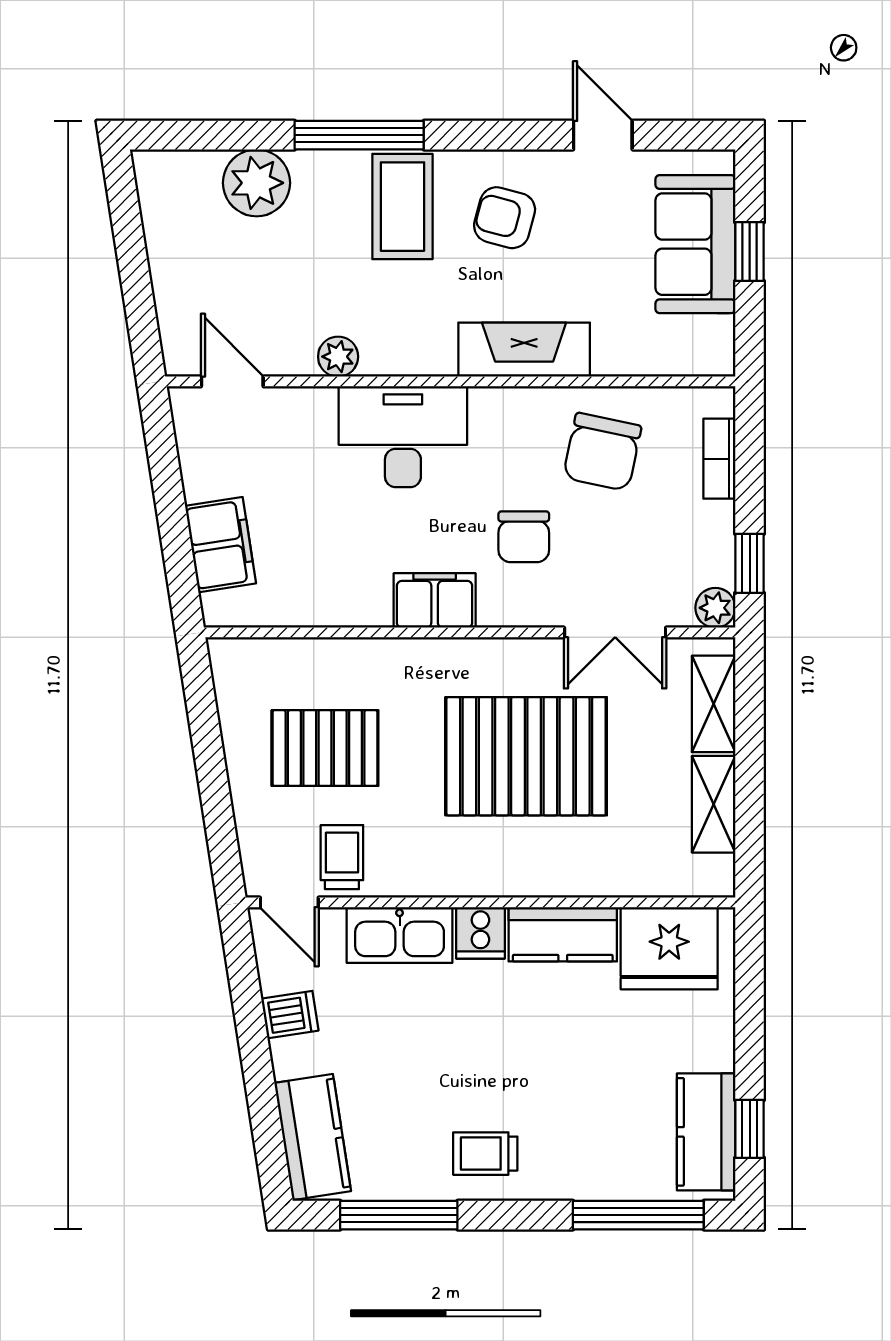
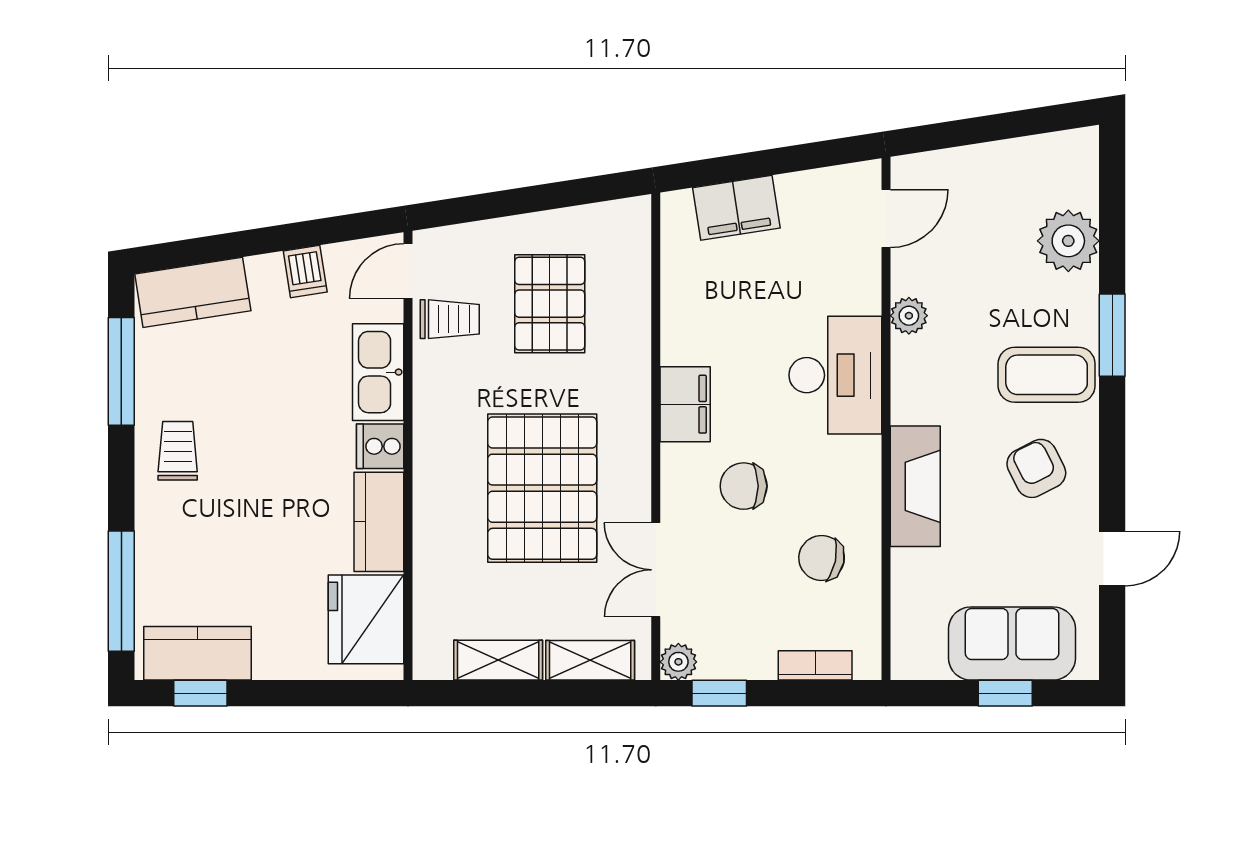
window: (359, 135) -> (1112, 335), width x0.69
armchair: (505, 218) -> (1036, 468), turned -42
chair: (602, 452) -> (822, 558), width x0.73, depth x0.73

